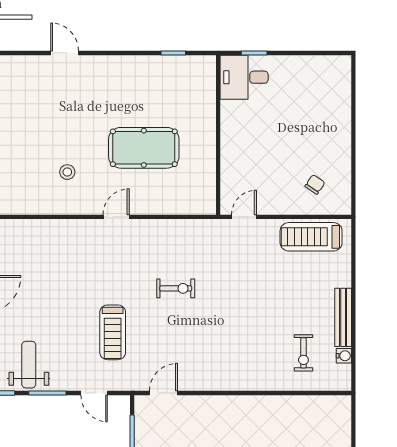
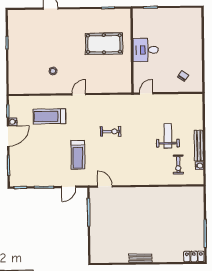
desk: (244, 77) -> (146, 50), moved
pool table: (144, 148) -> (104, 44), moved
treadmill: (311, 237) -> (49, 116), moved
weight bench: (29, 365) -> (168, 136), moved
door: (94, 393) -> (68, 187), hinge flipped
door: (163, 393) -> (105, 186), hinge flipped

